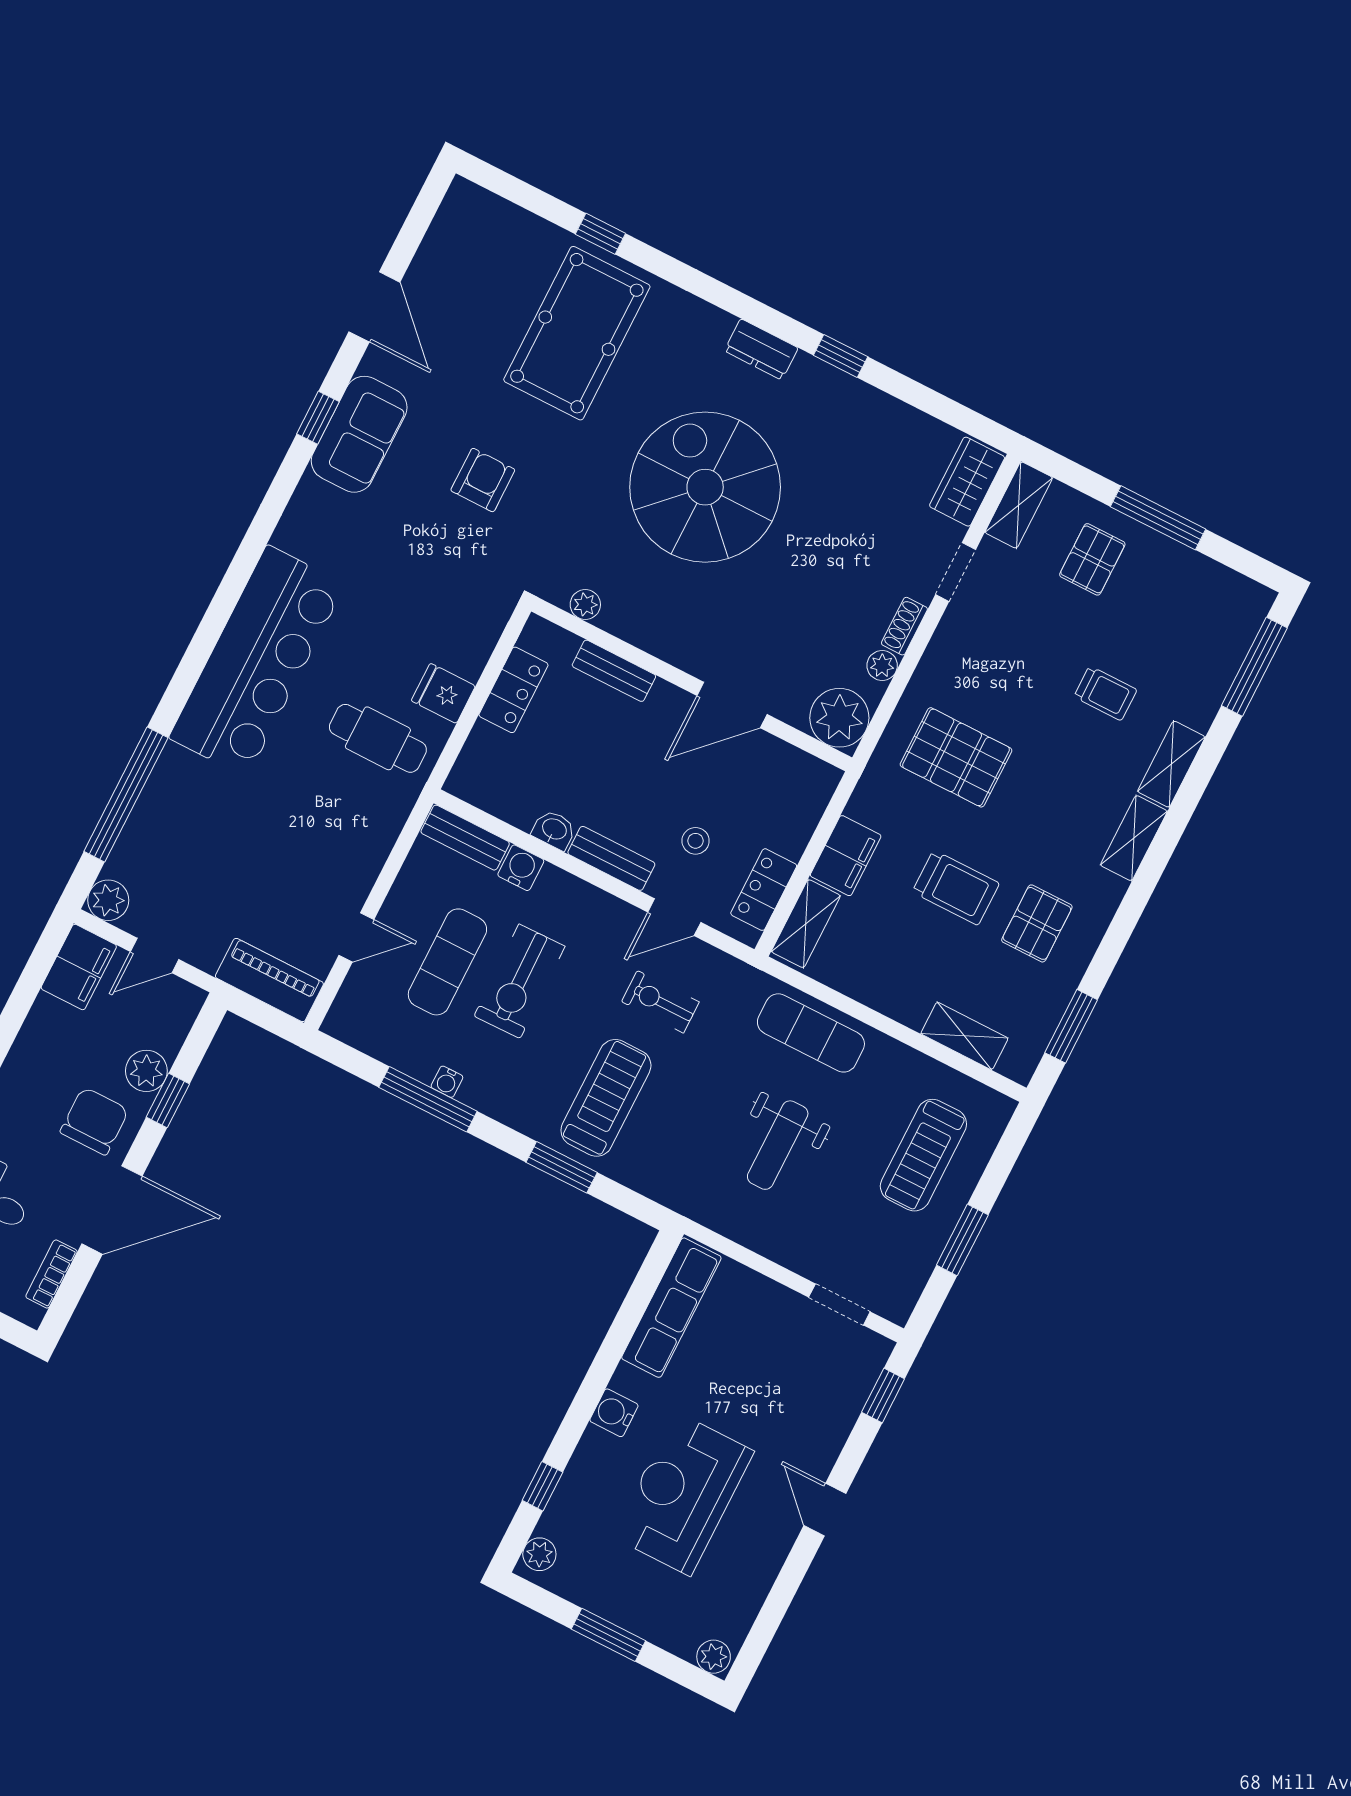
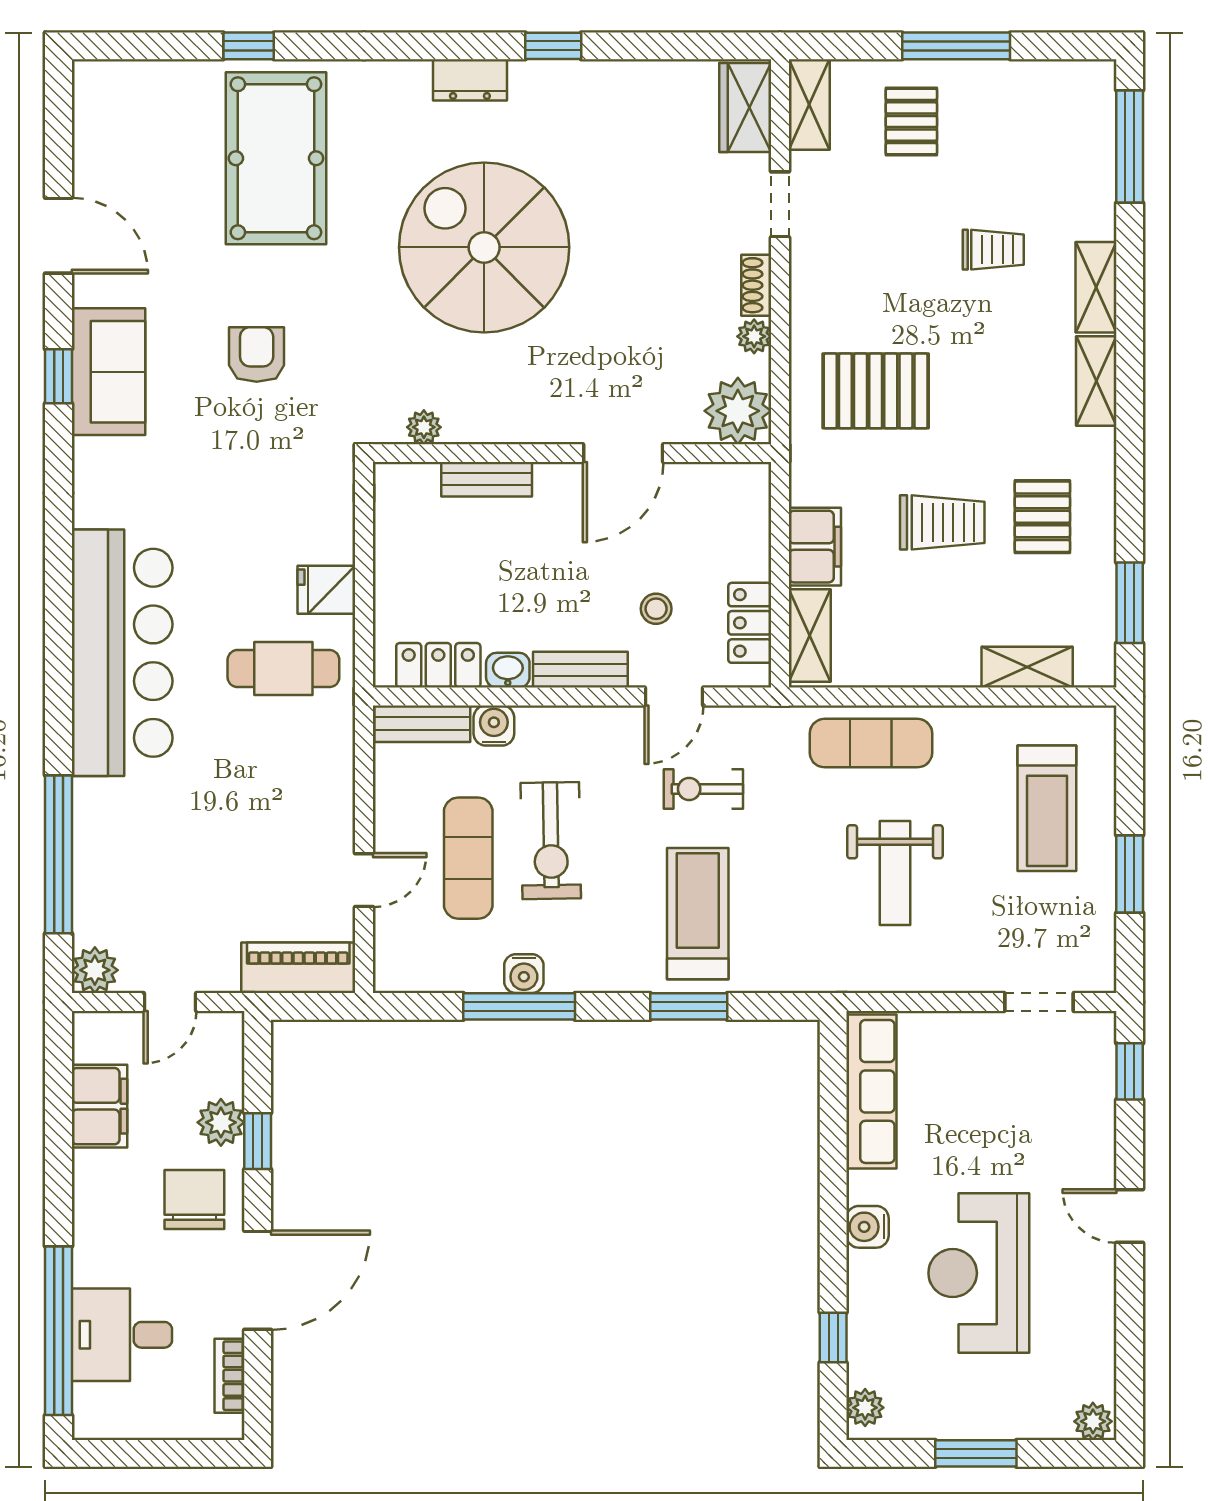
locker: (514, 690) -> (438, 665), moved, turned -90
filing cabinet: (79, 967) -> (100, 1106), moved
water cooler: (447, 1082) -> (524, 974), width x1.38, depth x1.38

